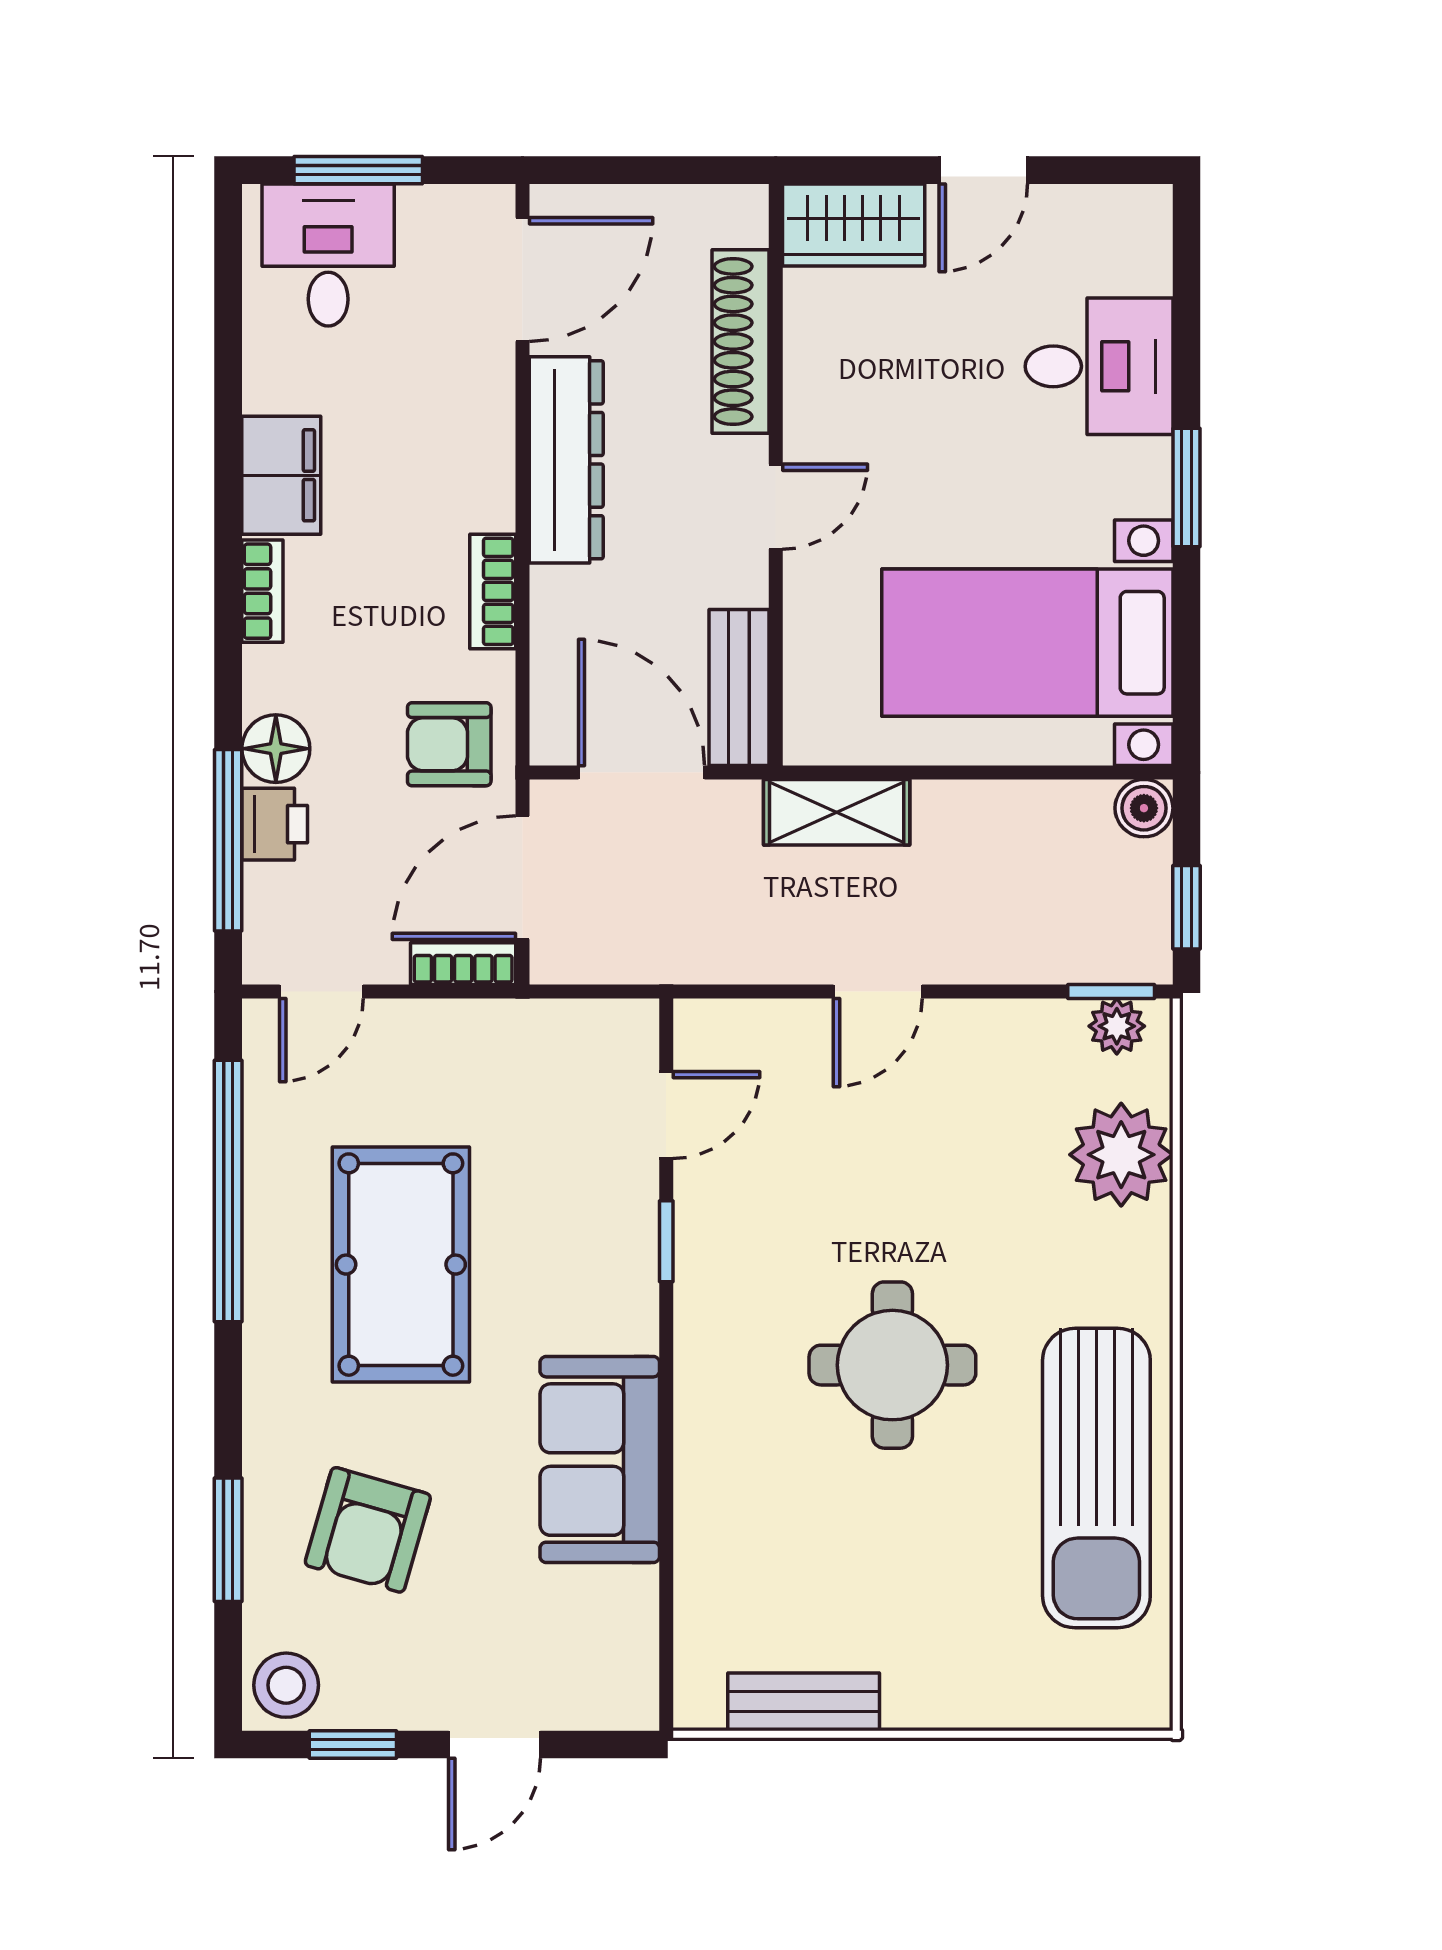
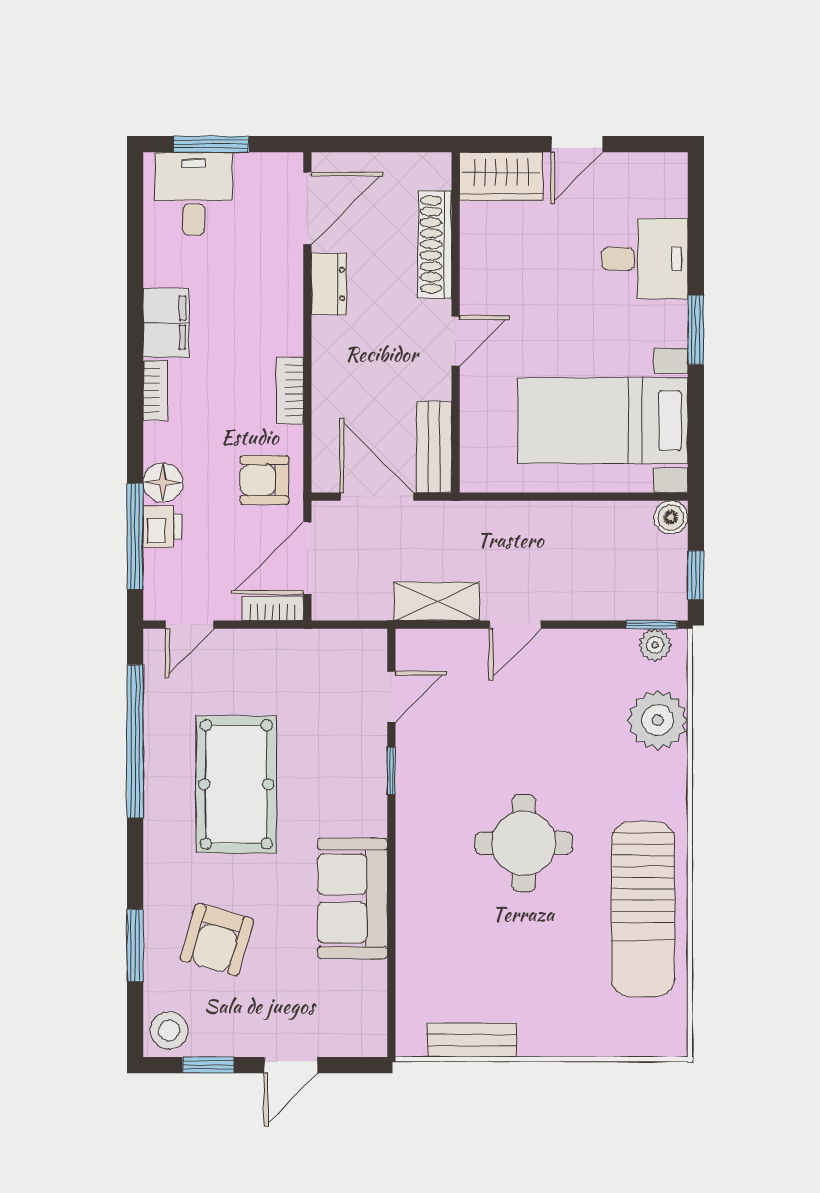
dresser: (566, 460) -> (329, 284), width x0.51, depth x0.80
shelving: (837, 812) -> (437, 601), moved

